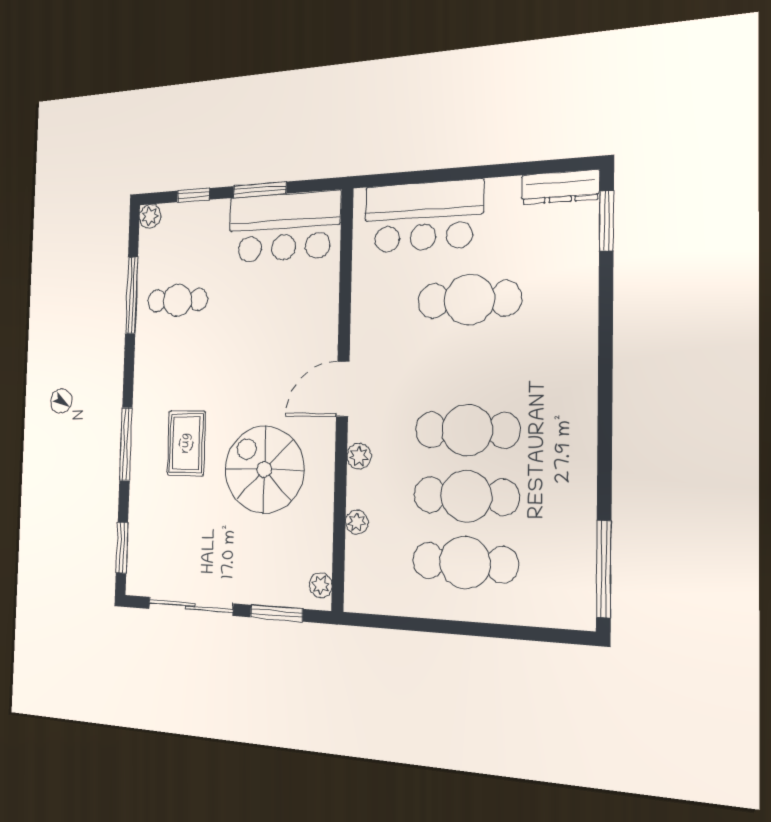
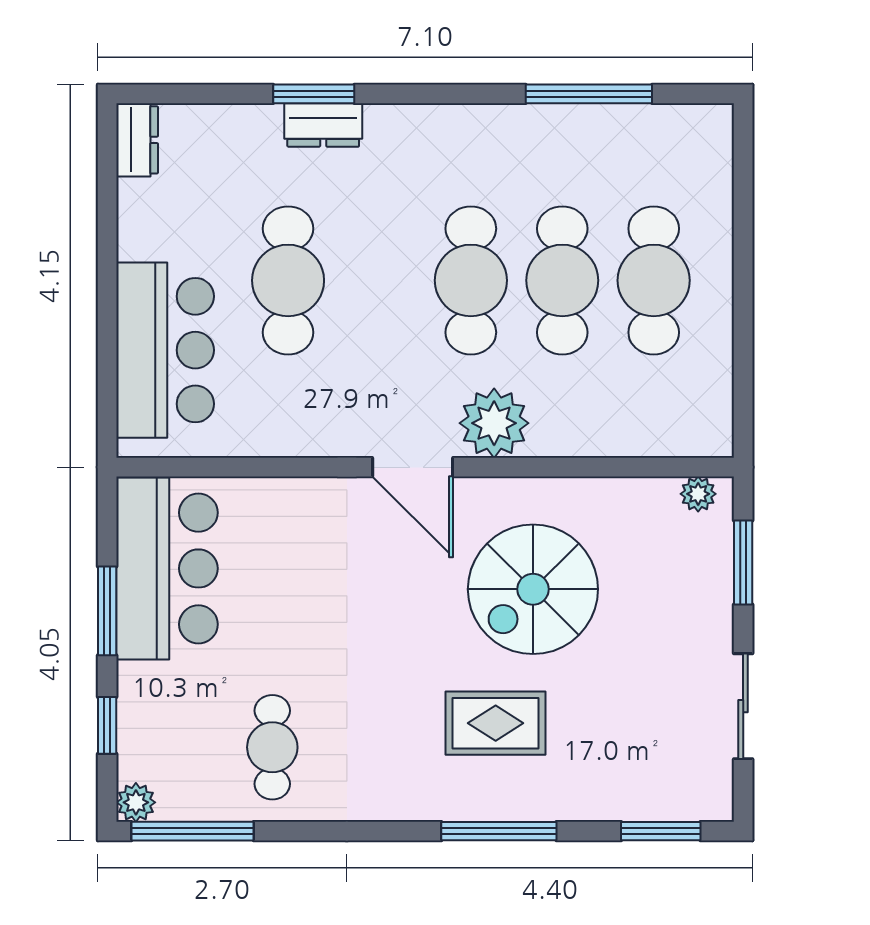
dresser: (560, 187) -> (137, 140), width x0.70
window: (607, 221) -> (314, 94), moved
window: (132, 295) -> (192, 831), moved
dresser: (582, 322) -> (323, 125), added
plant: (359, 456) -> (494, 423), width x1.88, depth x1.88
plant: (357, 522) -> (605, 441), removed
window: (604, 569) -> (589, 94), moved
sliding door: (190, 606) -> (743, 706), width x0.73

